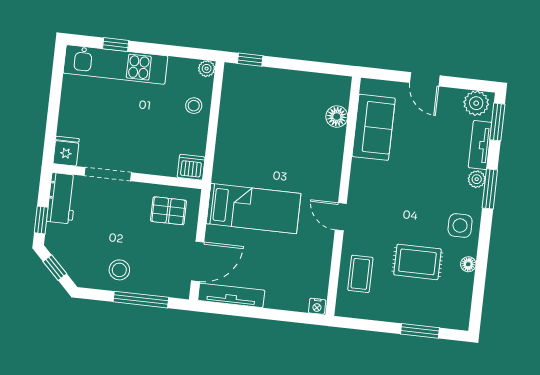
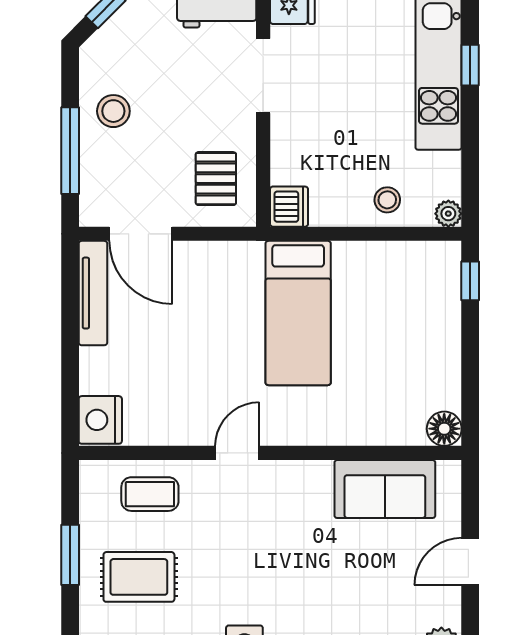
floor lamp: (337, 117) -> (444, 429), moved
bed: (254, 209) -> (298, 313), moved
rug: (417, 262) -> (139, 577), moved, turned 90
nightstand: (317, 306) -> (100, 420), width x1.89, depth x1.79
window: (420, 331) -> (70, 555), moved

